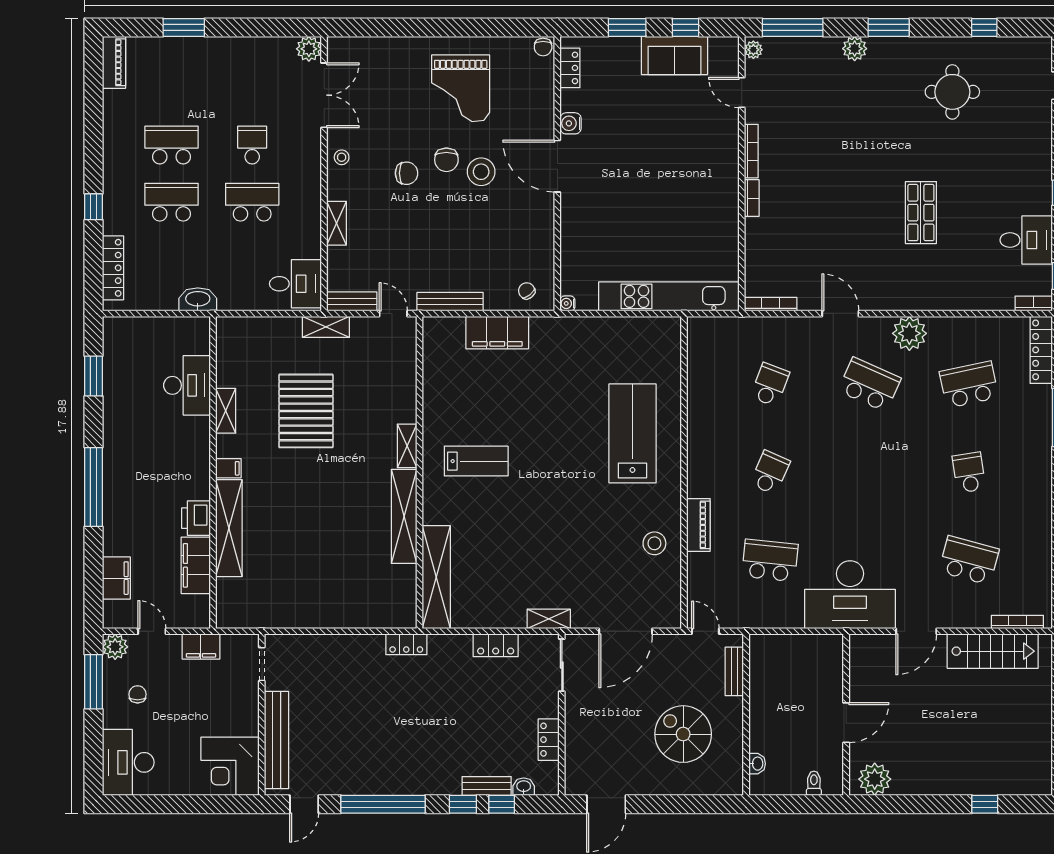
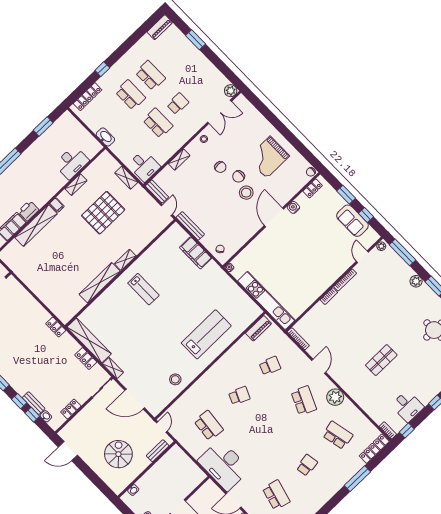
shelving: (326, 327) -> (126, 178), moved
piano: (698, 525) -> (258, 328), moved
shelving: (436, 577) -> (89, 340), moved, turned 90

